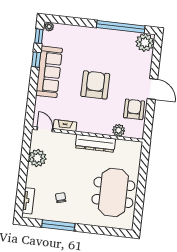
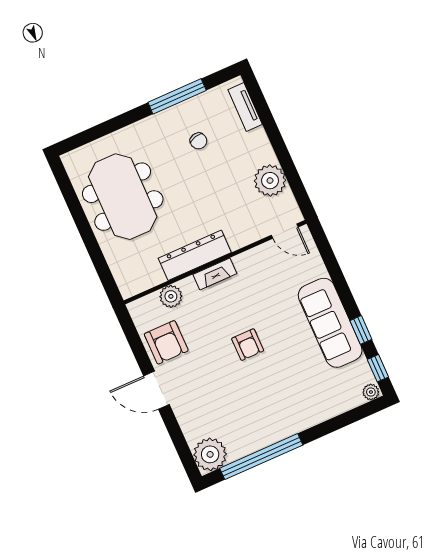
armchair: (95, 85) -> (248, 345), width x0.53, depth x0.53
fireplace: (65, 126) -> (215, 274), moved

